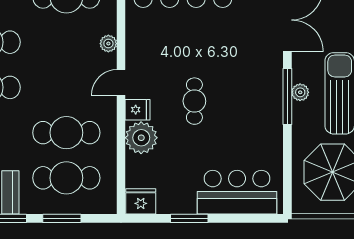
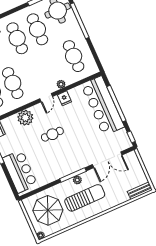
door: (121, 82) -> (46, 98), swing flipped
fridge: (138, 110) -> (65, 98), moved

